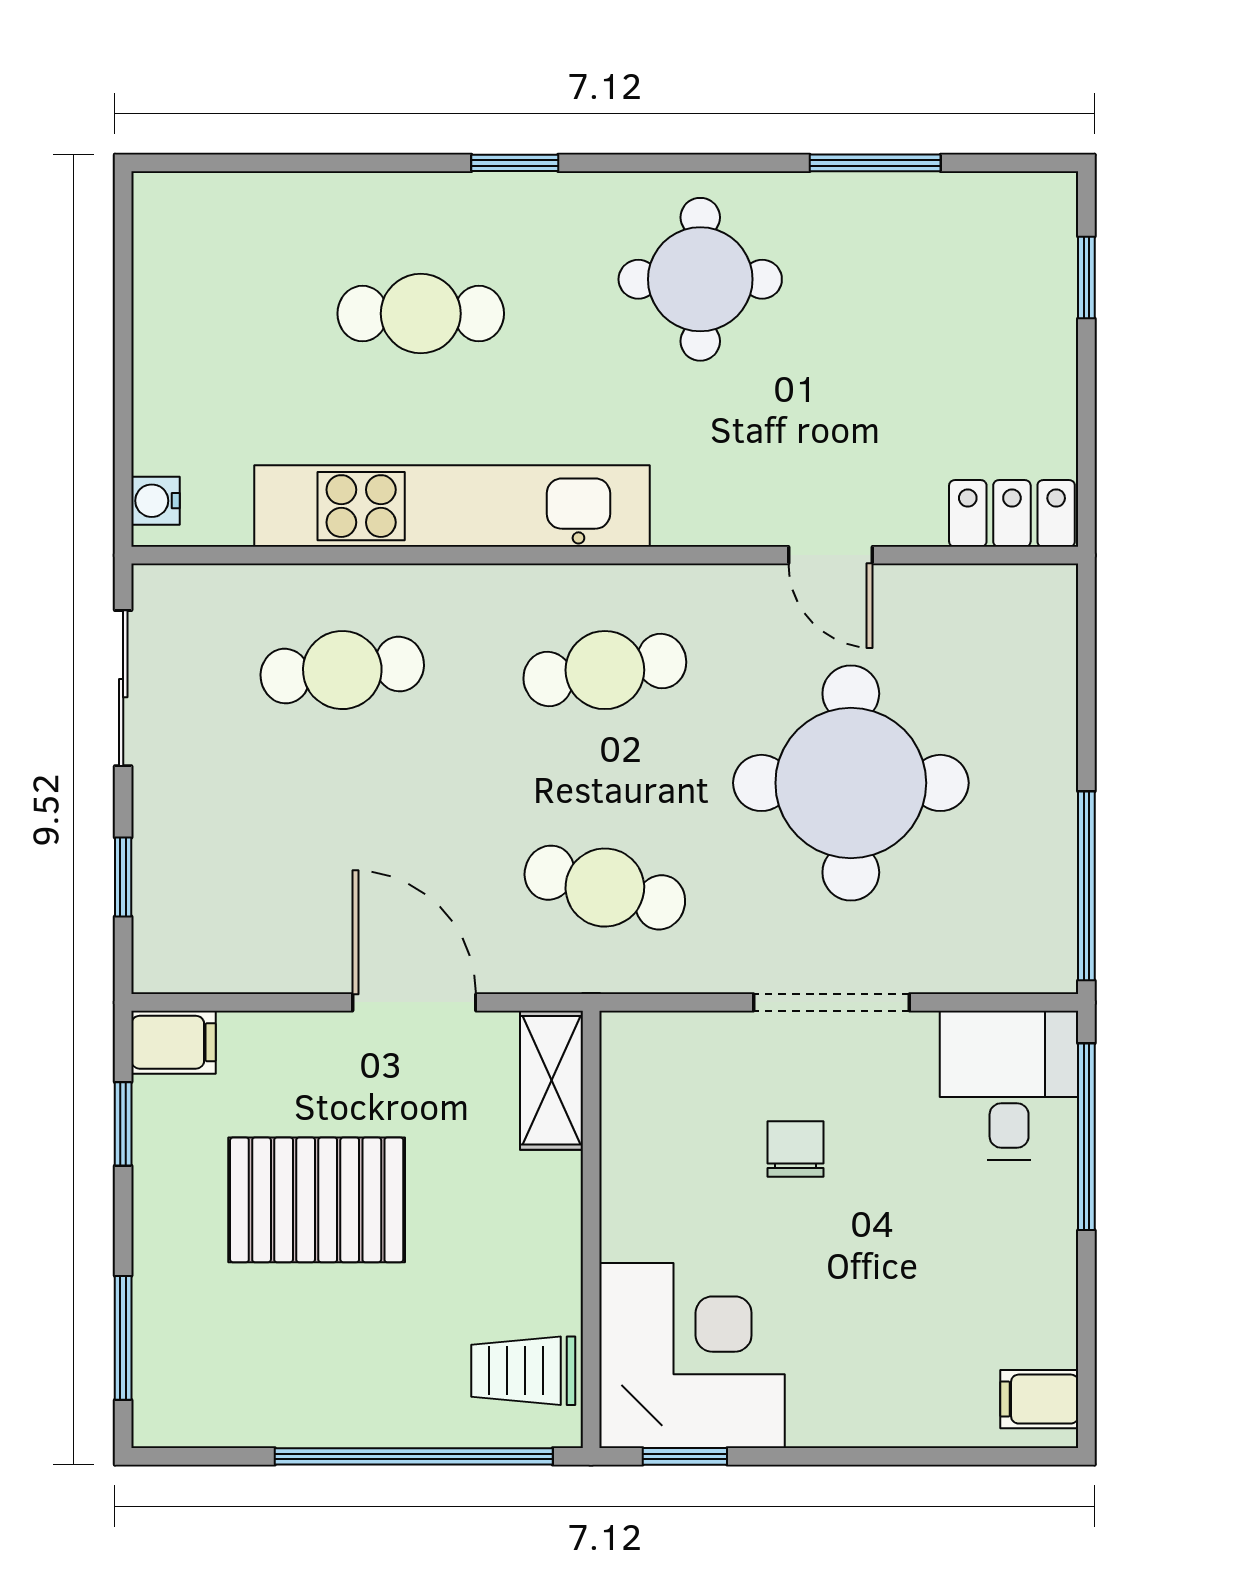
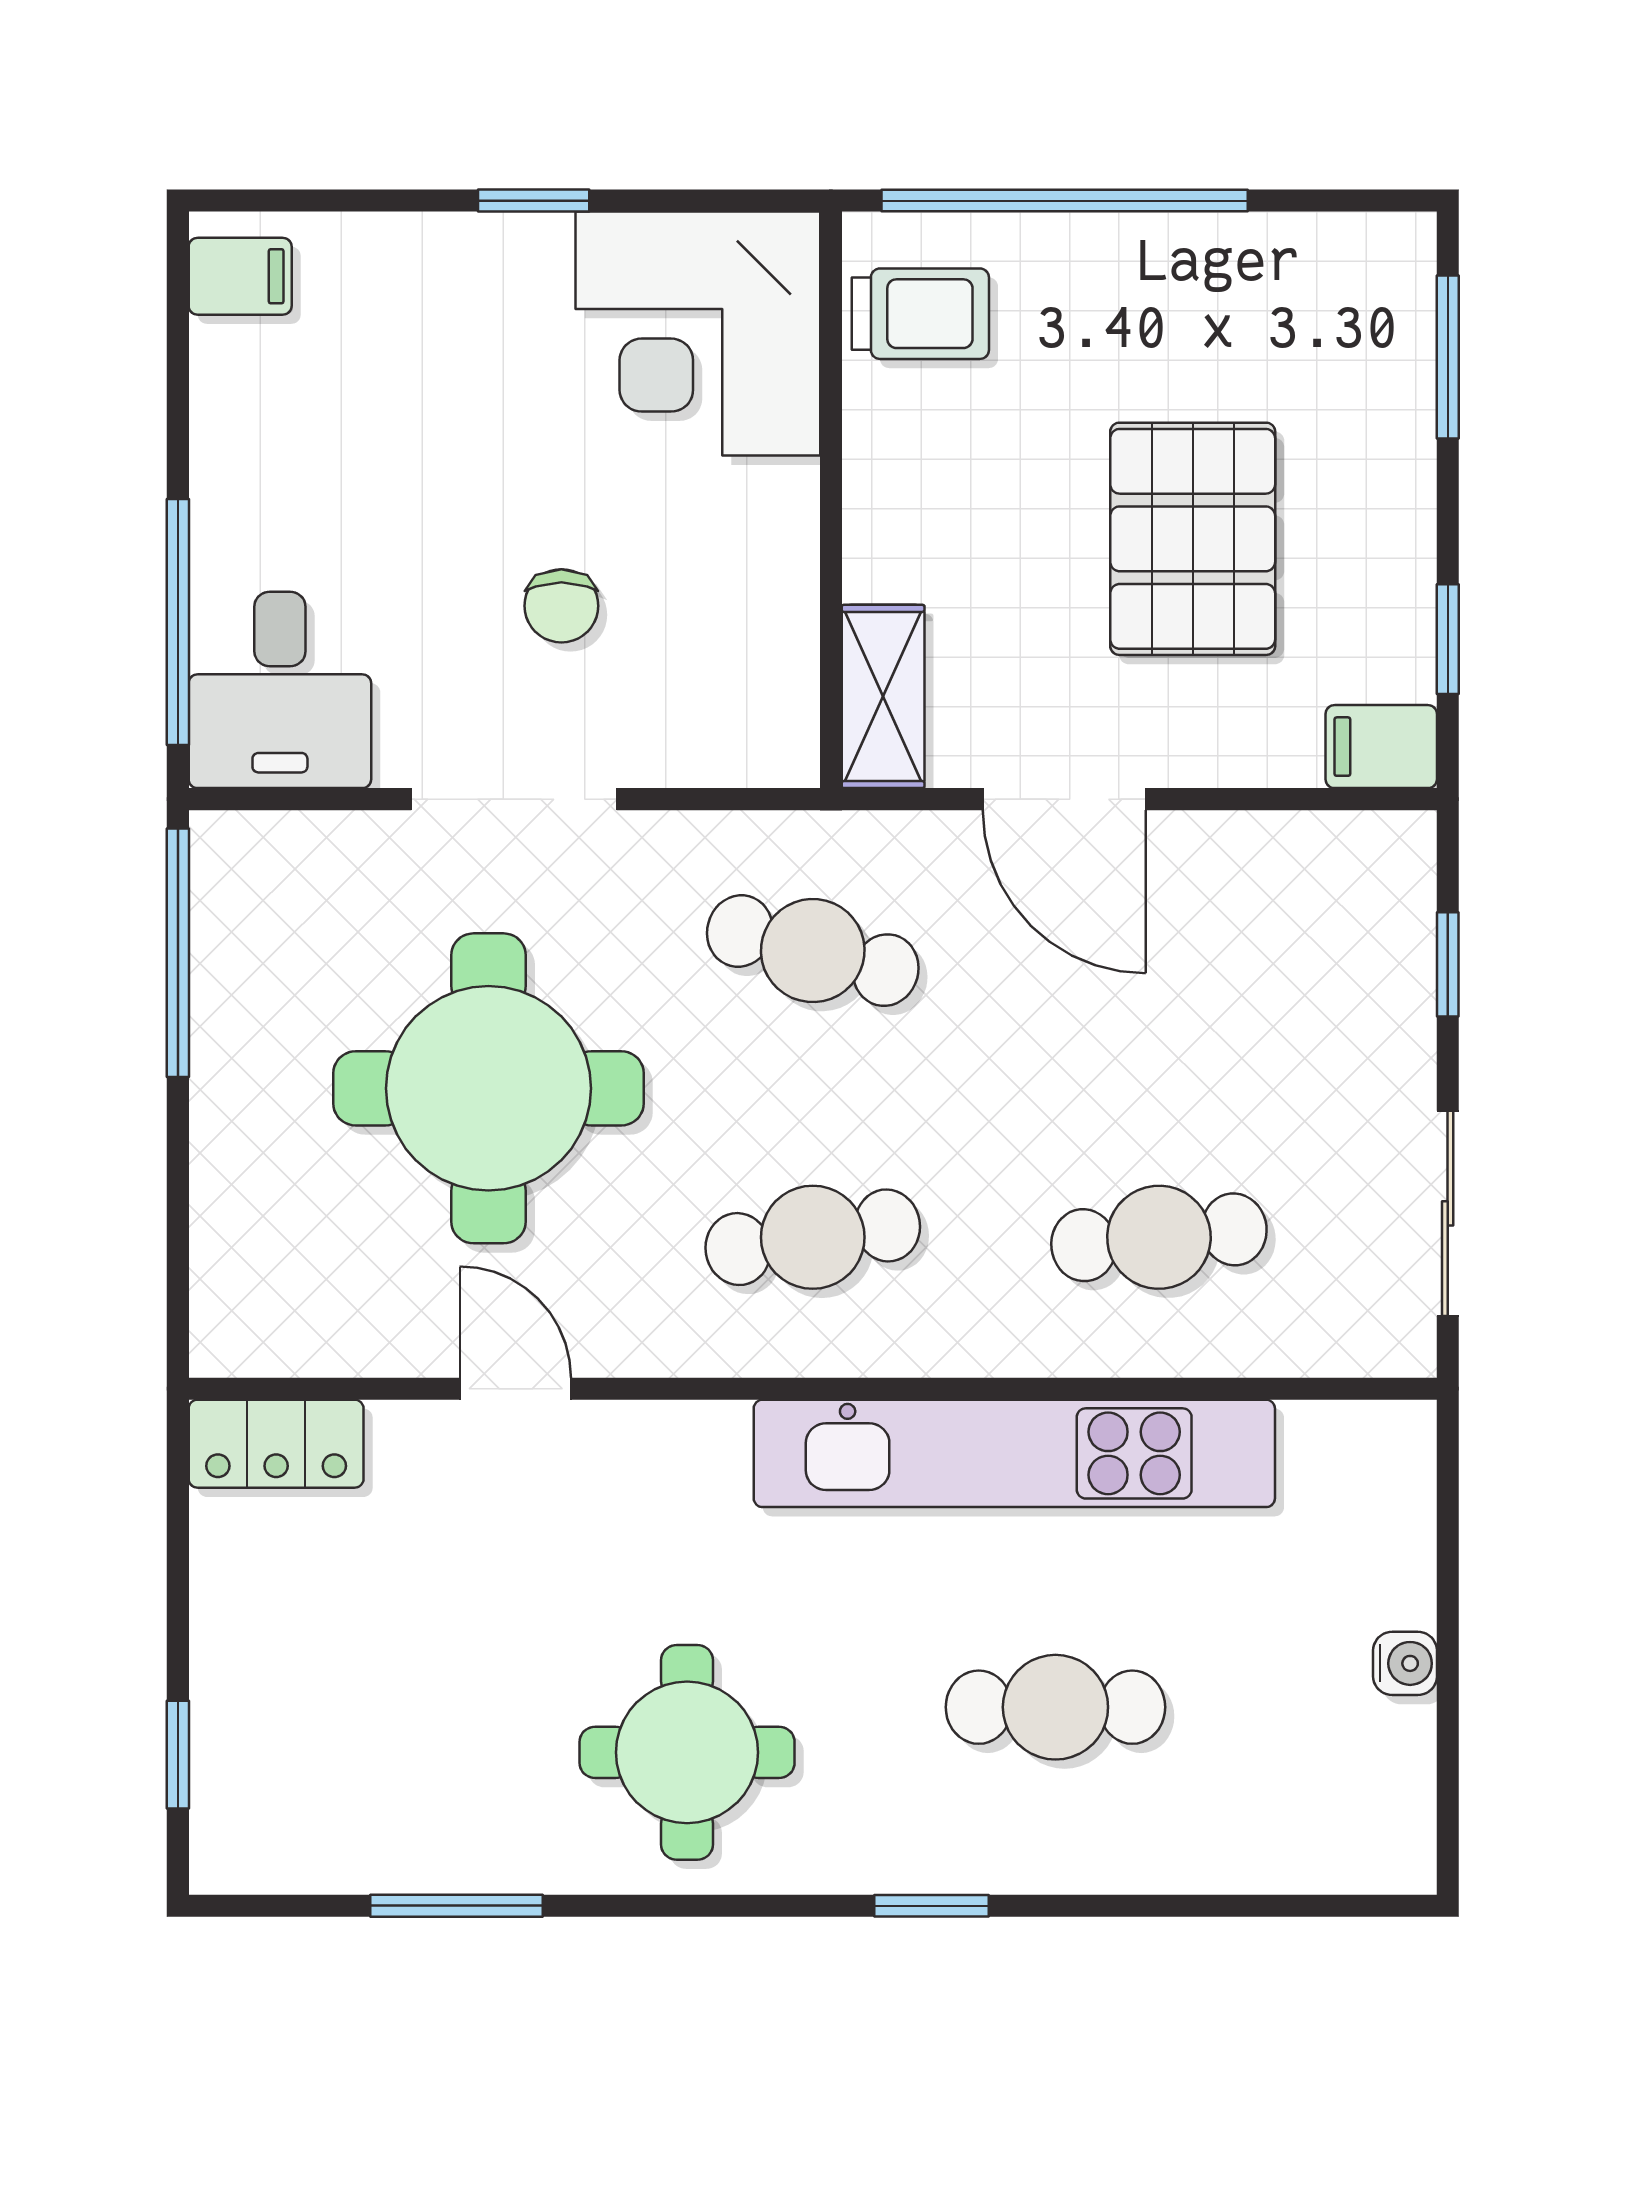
water cooler: (156, 501) -> (1405, 1663), moved
pallet: (317, 1200) -> (1193, 539), turned 90
window: (685, 1456) -> (534, 201), moved

